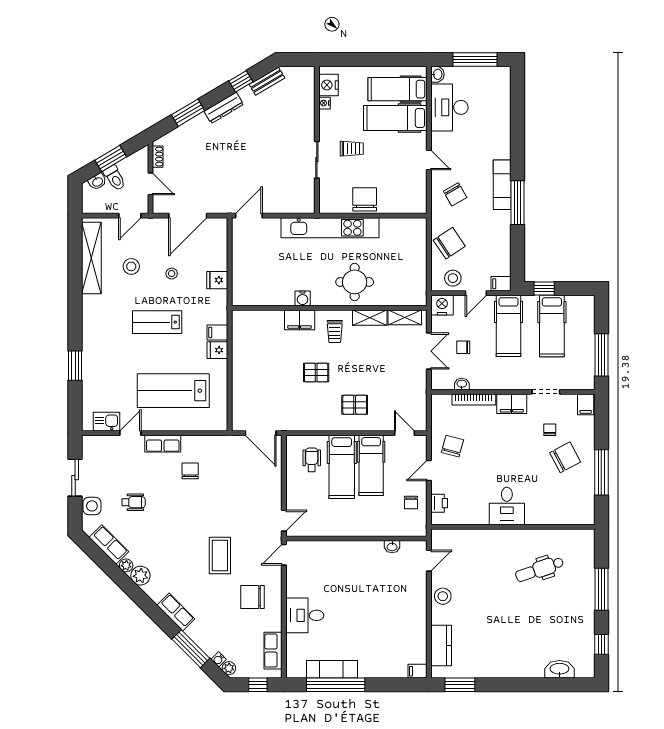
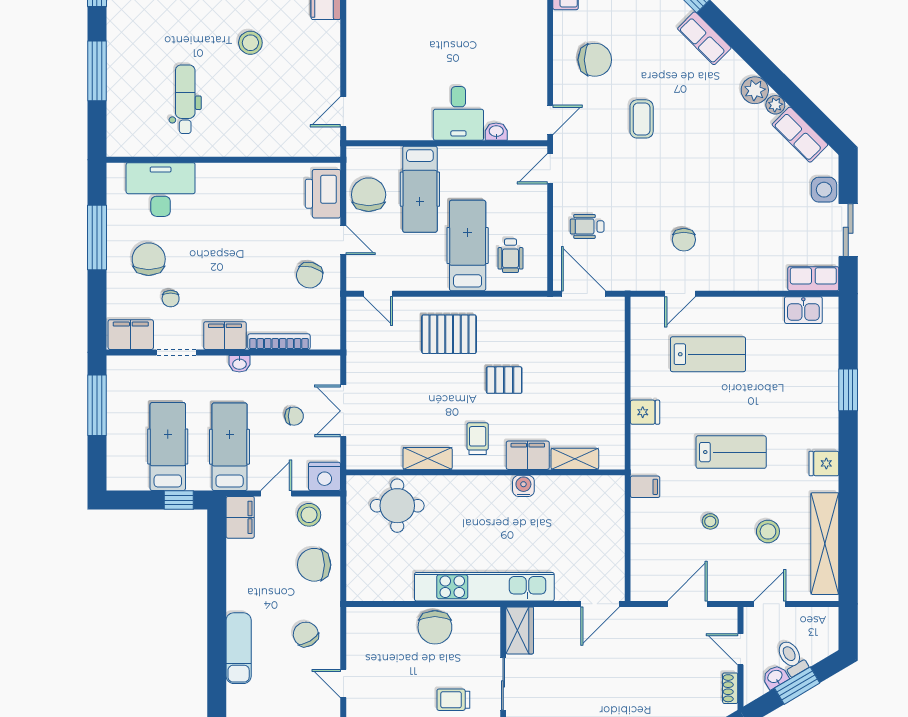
washbasin: (97, 182) -> (775, 677), moved
wardrobe: (305, 197) -> (520, 630), added
window: (517, 203) -> (217, 622), removed
door: (188, 216) -> (687, 604), width x0.73
chair: (449, 243) -> (314, 565), turned 34
fridge: (217, 280) -> (824, 463), moved, turned 180
round table: (355, 282) -> (397, 506), moved
filing cabinet: (501, 284) -> (240, 517), width x2.00
shelving: (405, 317) -> (575, 459), moved
filing cabinet: (217, 333) -> (645, 487), moved
washbasin: (462, 384) -> (239, 364), moved
lab bench: (173, 391) -> (708, 354), width x0.73, depth x0.72
filing cabinet: (586, 404) -> (131, 335), width x2.00
pallet: (355, 405) -> (449, 334), width x1.50, depth x1.42
door: (130, 433) -> (680, 294), moved
row of seats: (163, 444) -> (813, 279), moved
chair: (565, 457) -> (149, 259), turned 118
hospital bed: (371, 465) -> (420, 189), moved, turned 180
door: (429, 471) -> (343, 240), hinge flipped
wheelchair: (133, 502) -> (587, 226), moved
chair: (411, 502) -> (369, 195), width x1.87, depth x1.87
printer: (439, 503) -> (323, 194), width x1.87, depth x1.48
desk: (507, 506) -> (161, 190), moved, width x1.37
washbasin: (392, 547) -> (496, 132), moved
coffee table: (220, 555) -> (642, 119), width x0.73, depth x0.77
dental chair: (540, 569) -> (185, 99), turned -71
stool: (443, 596) -> (250, 43), moved
desk: (305, 615) -> (458, 113), moved, turned 90

